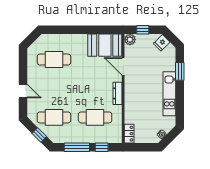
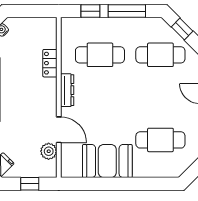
plant: (130, 40) -> (49, 151), moved
booth: (105, 45) -> (107, 161), moved
locker: (129, 134) -> (50, 63), moved

